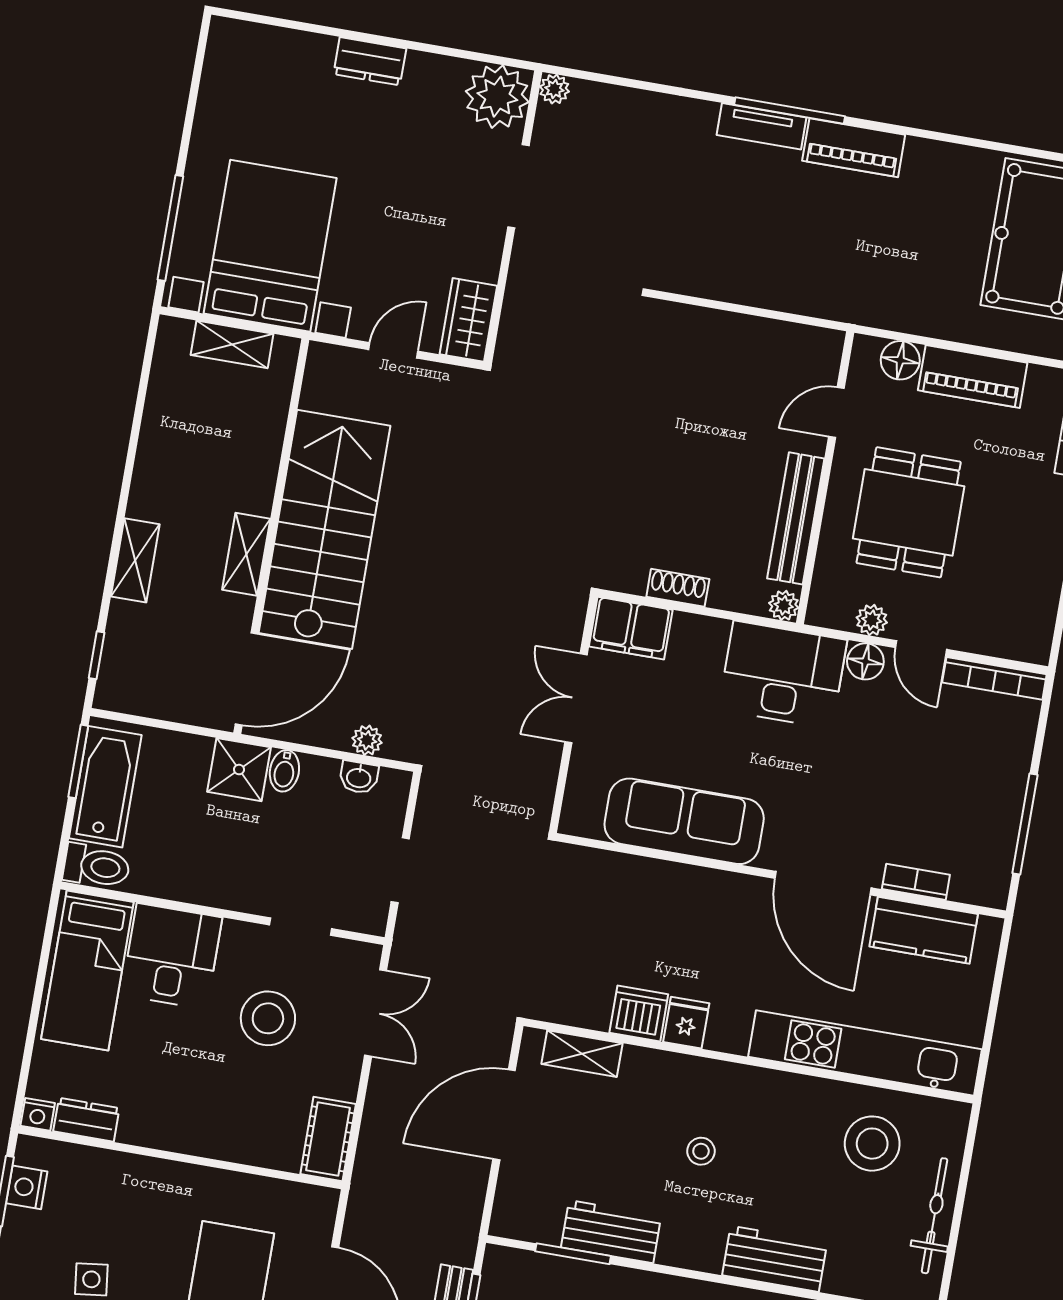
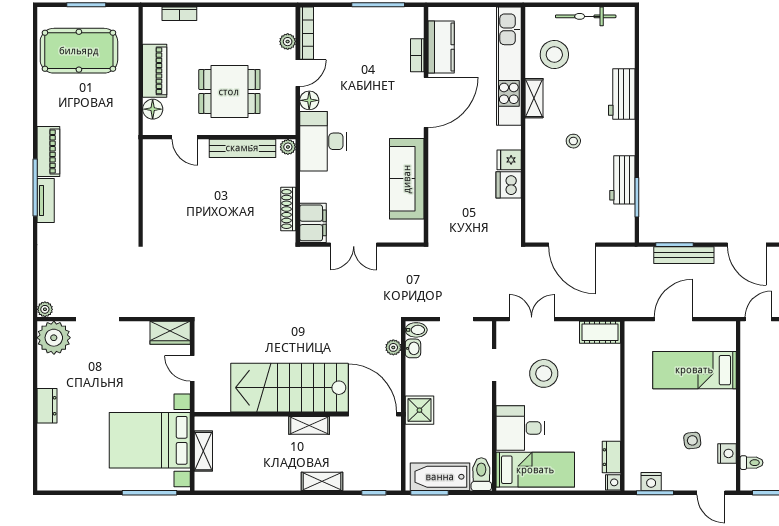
shoe rack: (678, 588) -> (288, 209), width x1.43
plant: (872, 620) -> (288, 42), moved
bidet: (284, 771) -> (416, 330), moved
shelving: (582, 1054) -> (534, 98), moved

